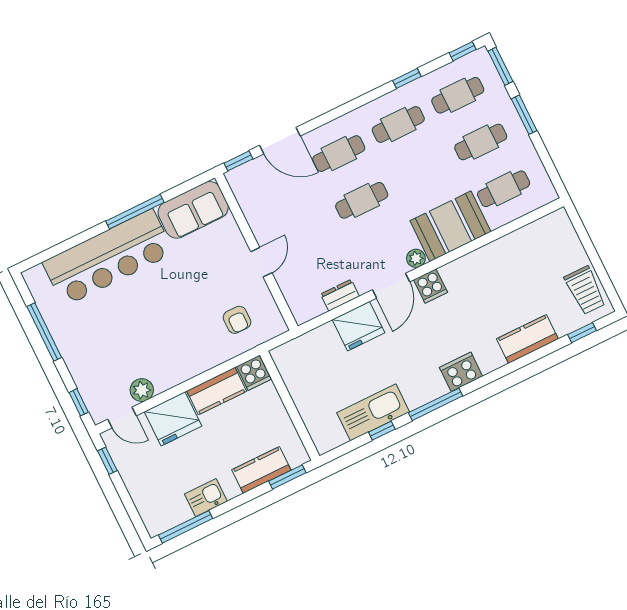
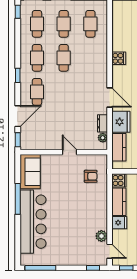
window: (407, 78) -> (18, 75), moved
cafe table: (362, 200) -> (64, 58), moved
booth: (450, 226) -> (96, 57), removed
plant: (416, 258) -> (103, 138), moved
cooker: (431, 286) -> (119, 58), moved
window: (44, 332) -> (40, 268), moved
kitchen counter: (312, 345) -> (119, 147), added
door: (122, 418) -> (110, 251), hinge flipped
fridge: (173, 419) -> (119, 223), width x0.53, depth x0.75

